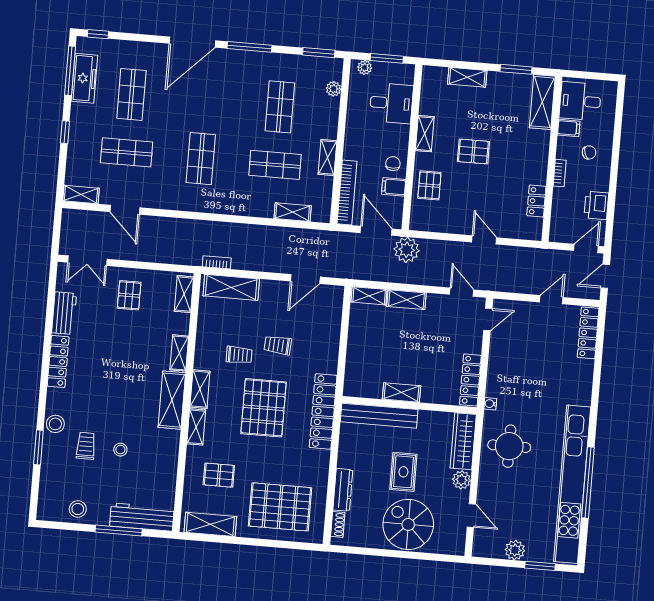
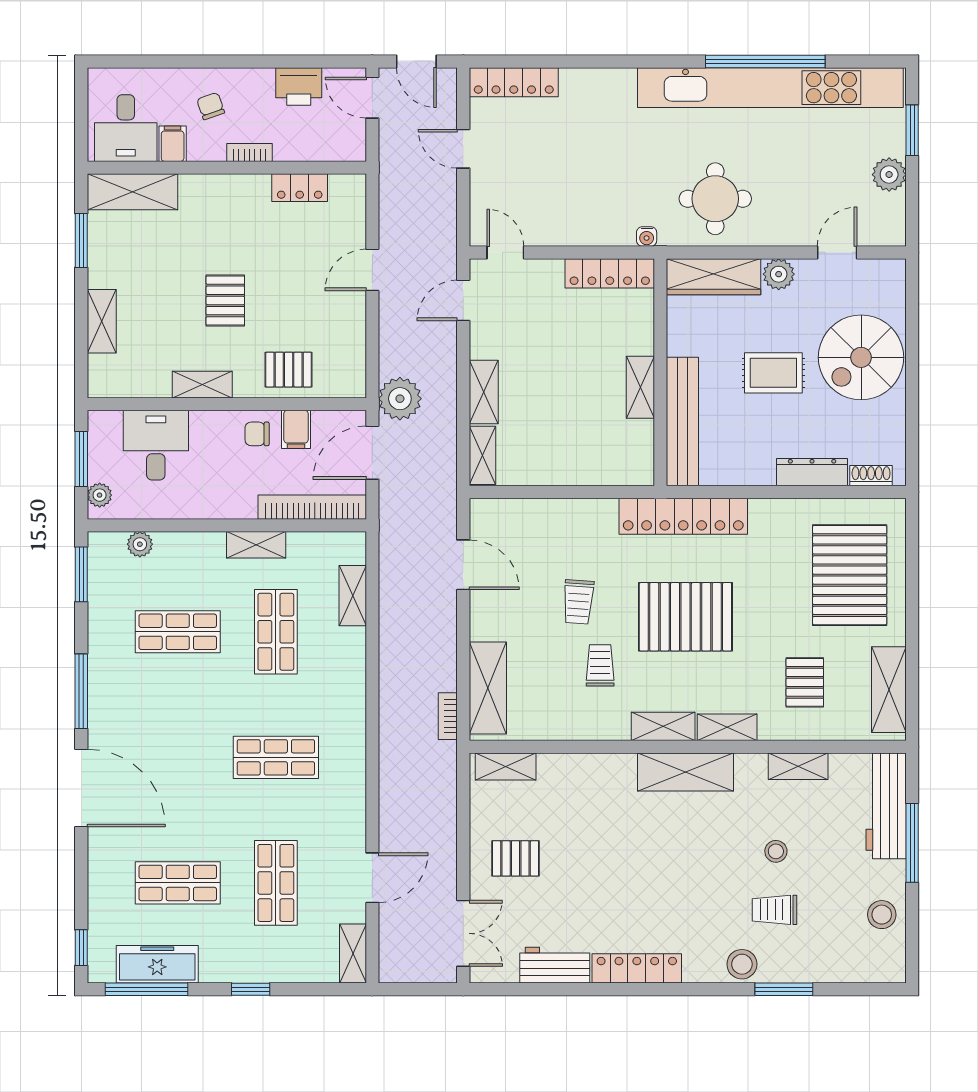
shelving: (179, 353) -> (798, 766), moved

